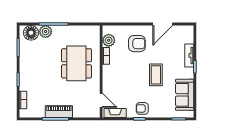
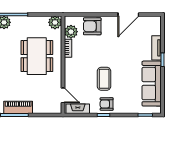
plant: (94, 32) -> (55, 22), added
armchair: (137, 44) -> (92, 26), moved, turned 180
coffee table: (156, 75) -> (104, 79), moved
sofa: (185, 95) -> (152, 84), width x1.36

